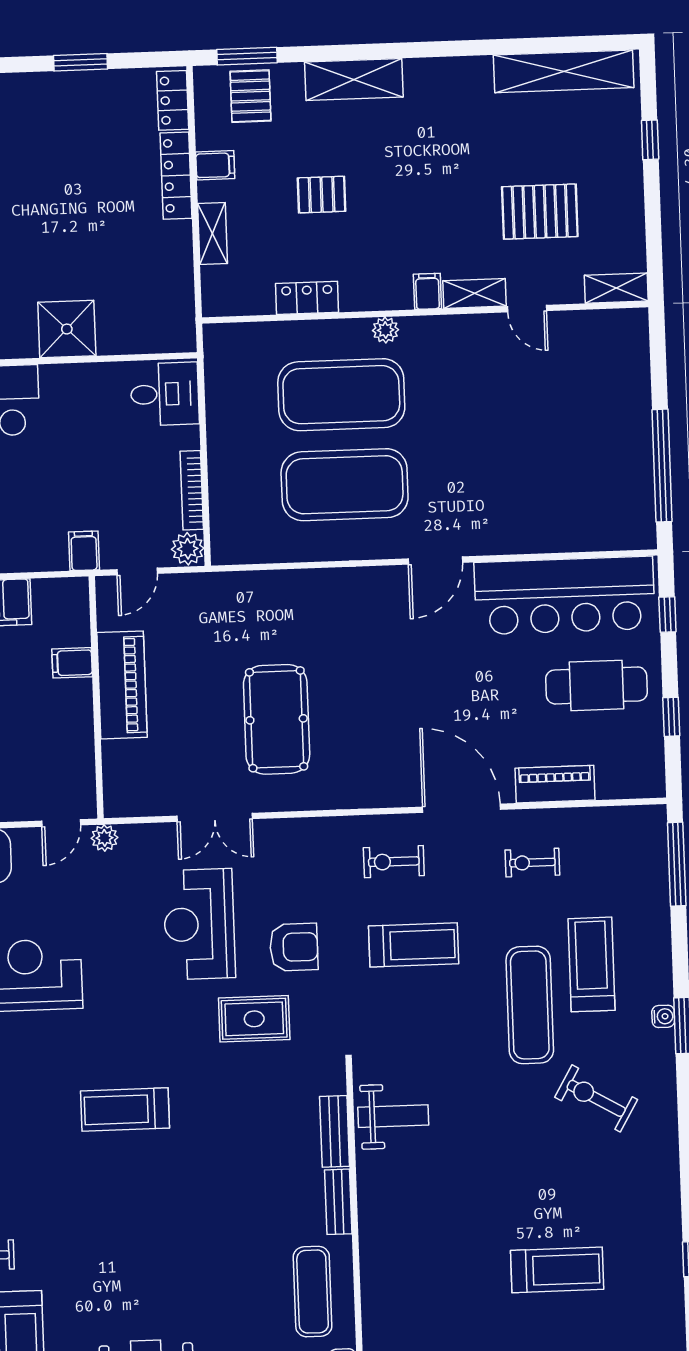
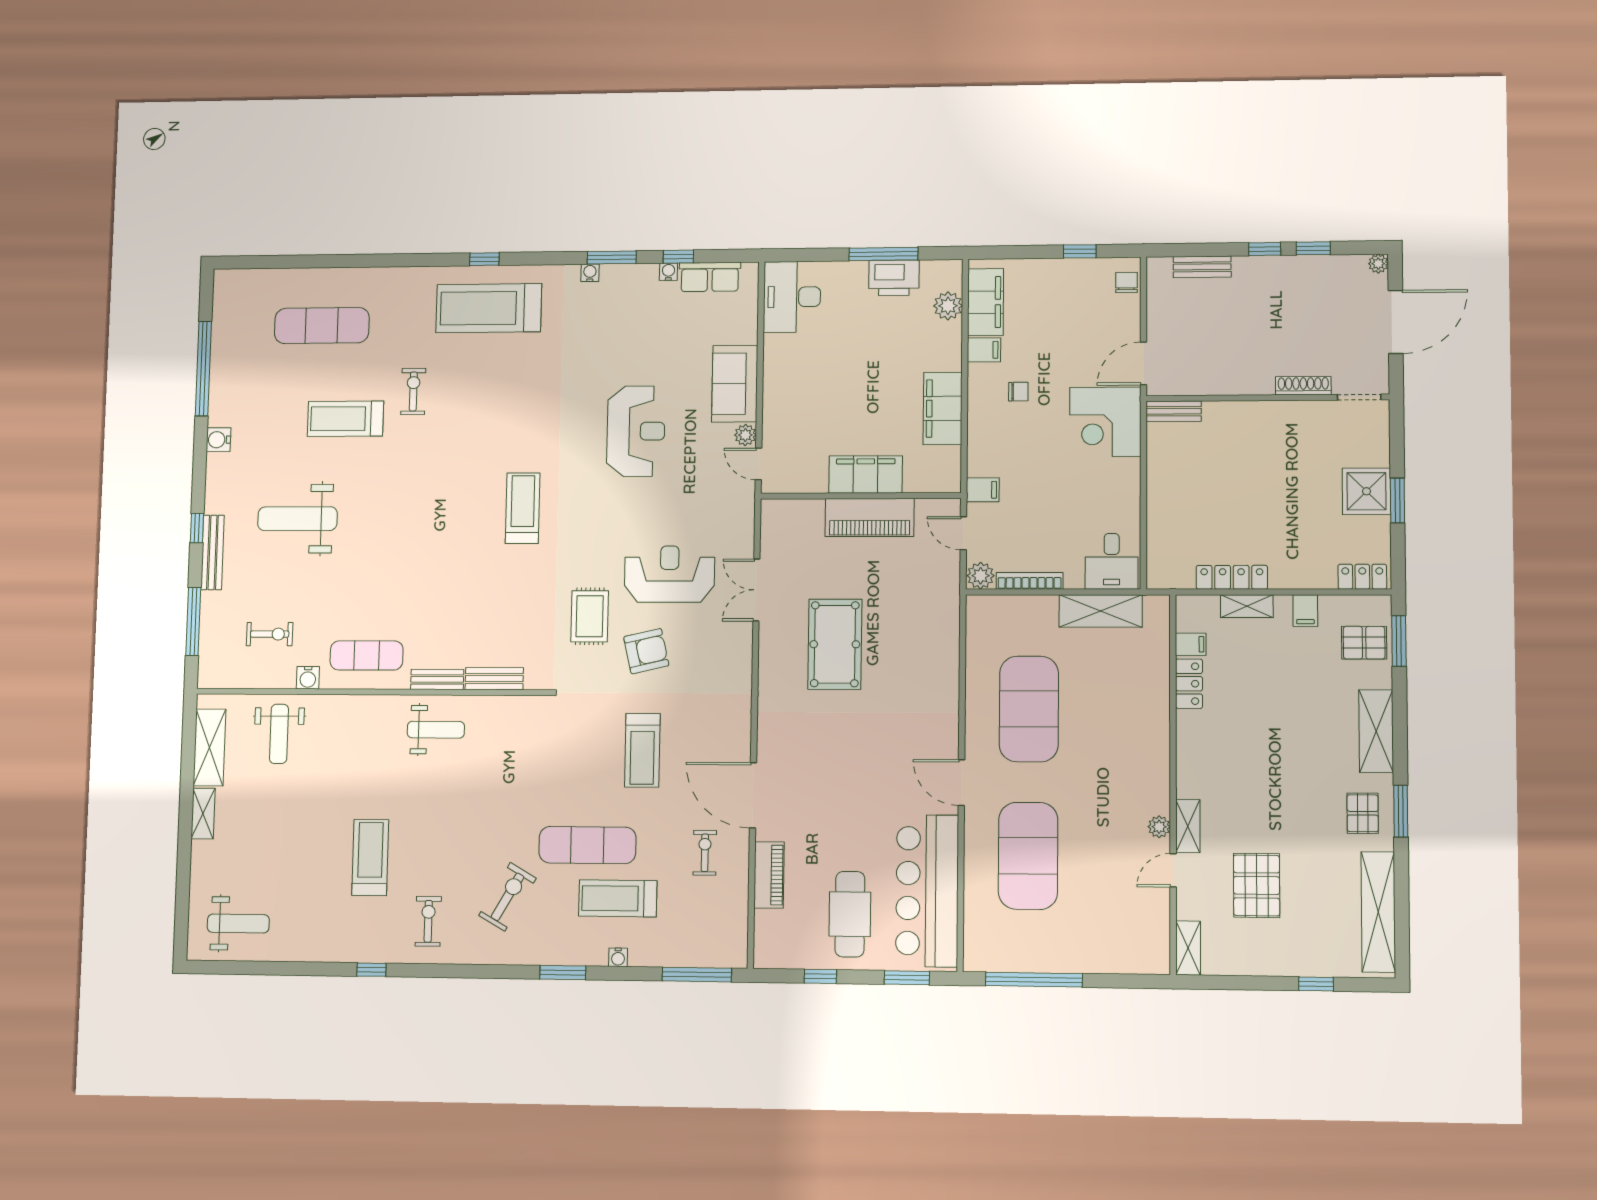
window: (446, 49) -> (1401, 811), added
locker: (176, 176) -> (1232, 577), moved
pallet: (322, 195) -> (1363, 813), moved
filing cabinet: (427, 291) -> (1191, 644), moved
shower: (67, 329) -> (1367, 491), moved
plant: (385, 330) -> (1159, 827), moved
exercise mat: (341, 395) -> (1028, 856), moved
shelving: (225, 405) -> (1101, 611), added
window: (667, 615) -> (907, 978), width x1.50
filing cabinet: (72, 663) -> (866, 474), width x3.00, depth x1.17
pool table: (277, 719) -> (835, 644), turned 90
door: (461, 808) -> (753, 795), swing flipped
plant: (105, 838) -> (745, 435), moved
exercise bike: (394, 862) -> (428, 921), moved
armchair: (294, 947) -> (646, 651), turned -103
treadmill: (591, 964) -> (618, 898), turned 180
water cooler: (663, 1016) -> (618, 957), moved
weight bench: (393, 1116) -> (436, 730), moved, turned -90
treadmill: (557, 1270) -> (370, 858), turned 180

